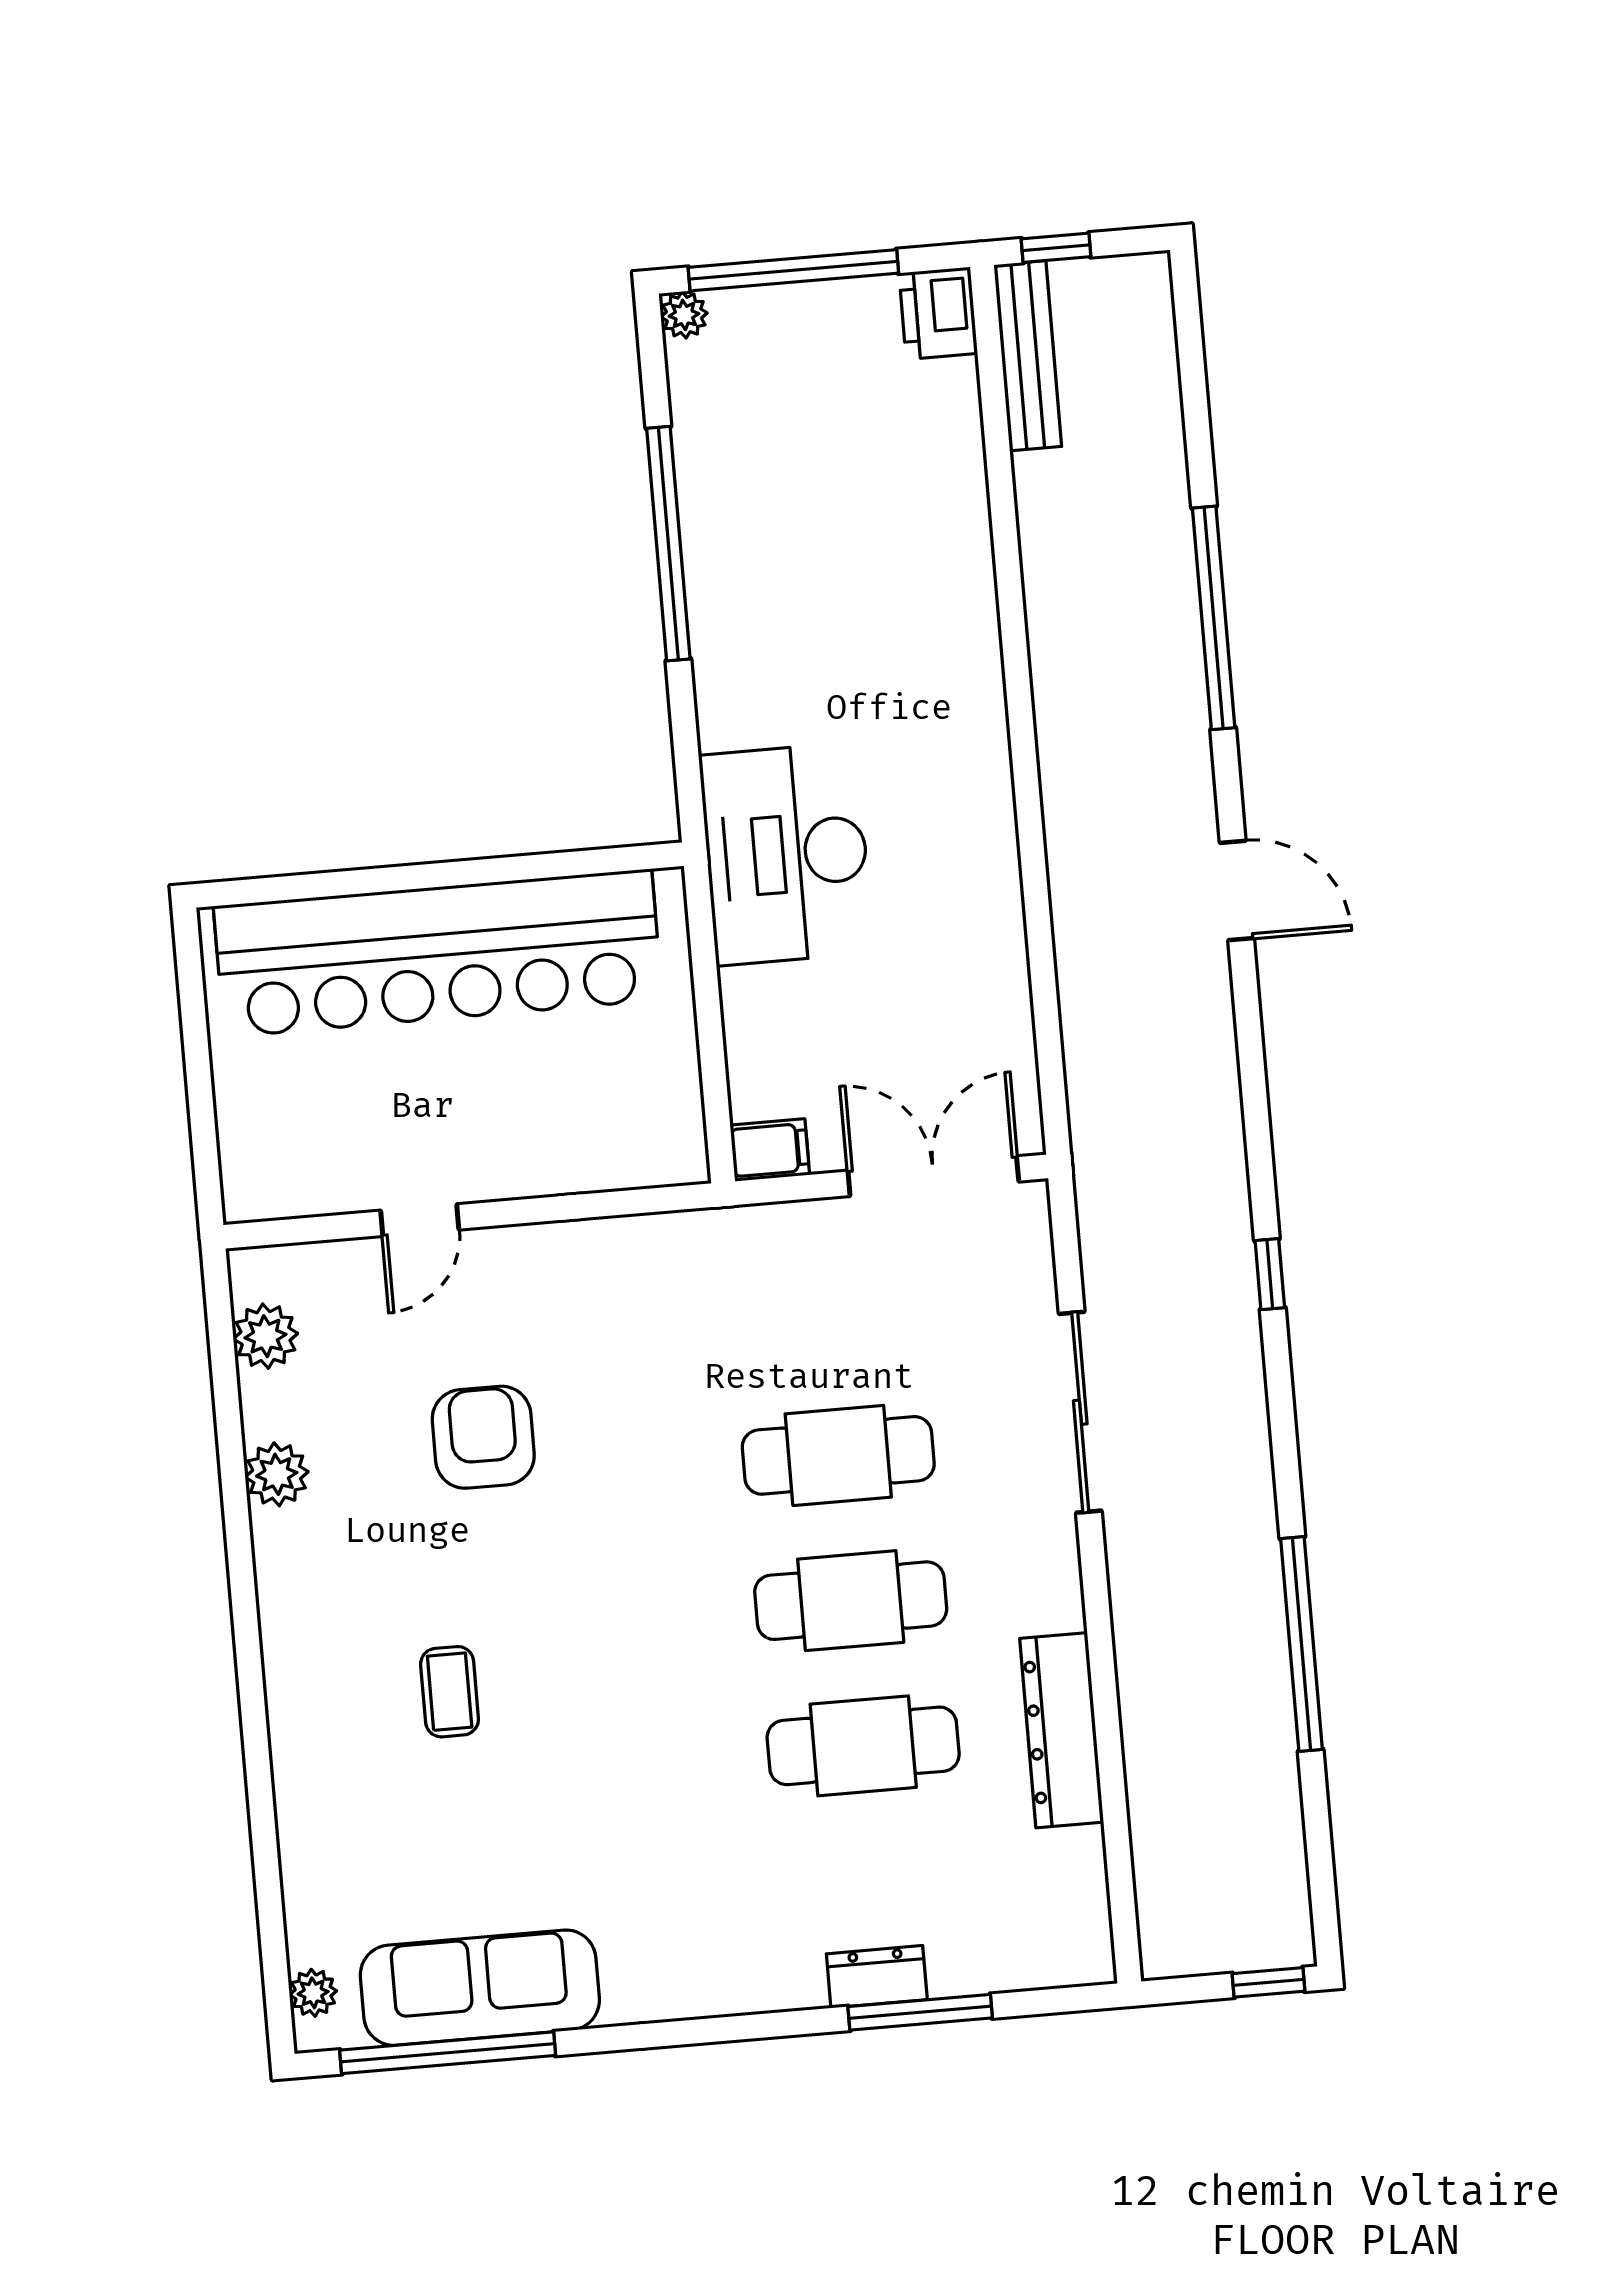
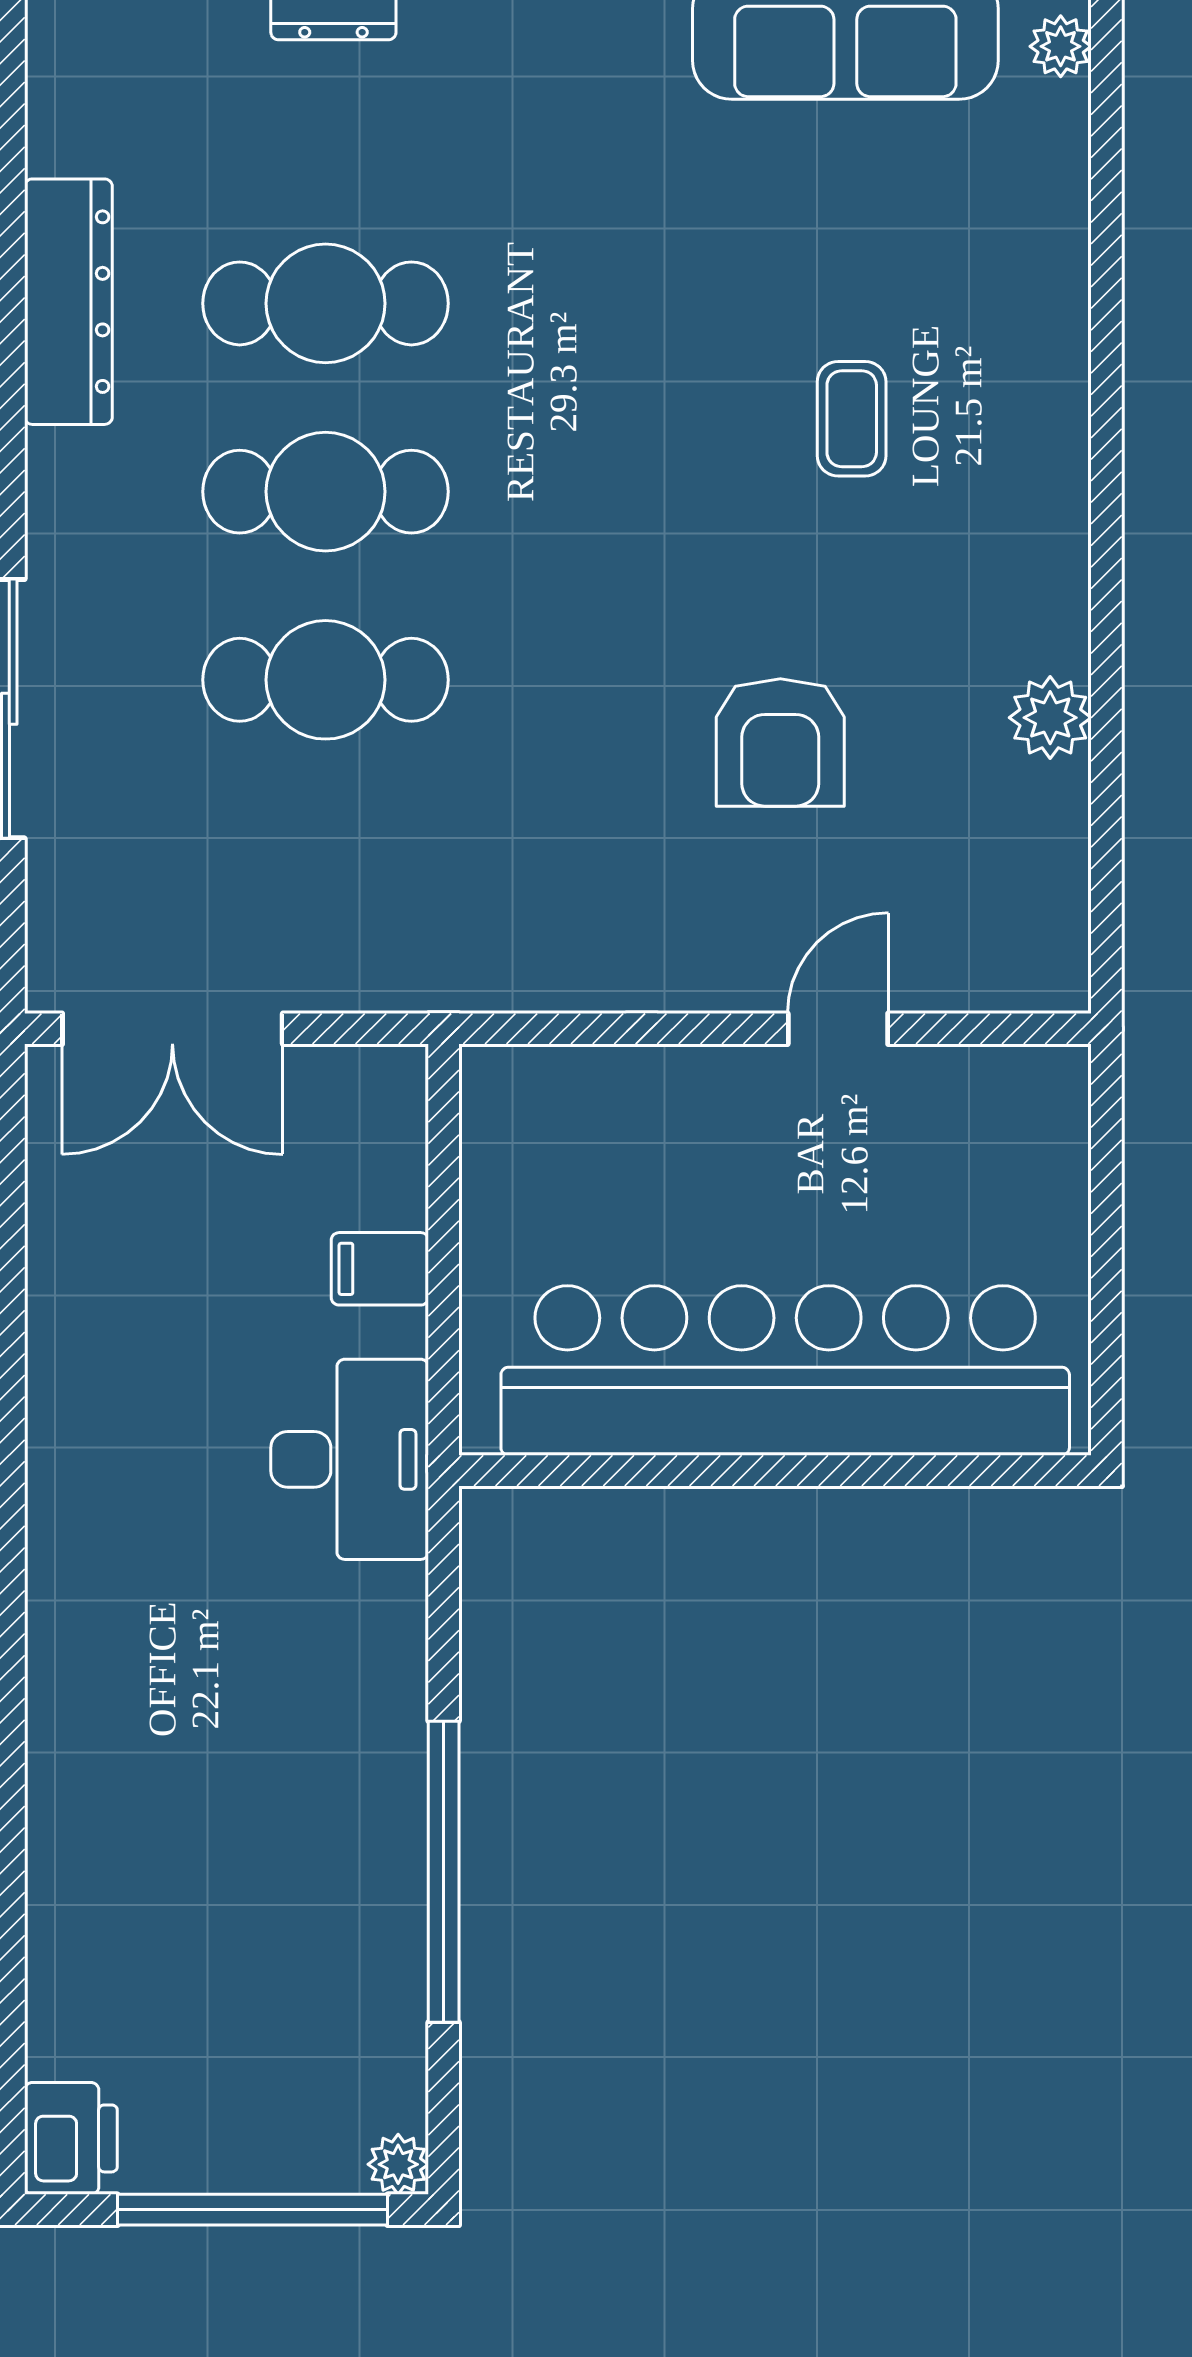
desk: (786, 854) -> (350, 1459), width x0.73, depth x0.77
filing cabinet: (770, 1150) -> (380, 1269), moved
plant: (265, 1336) -> (1049, 897), removed

